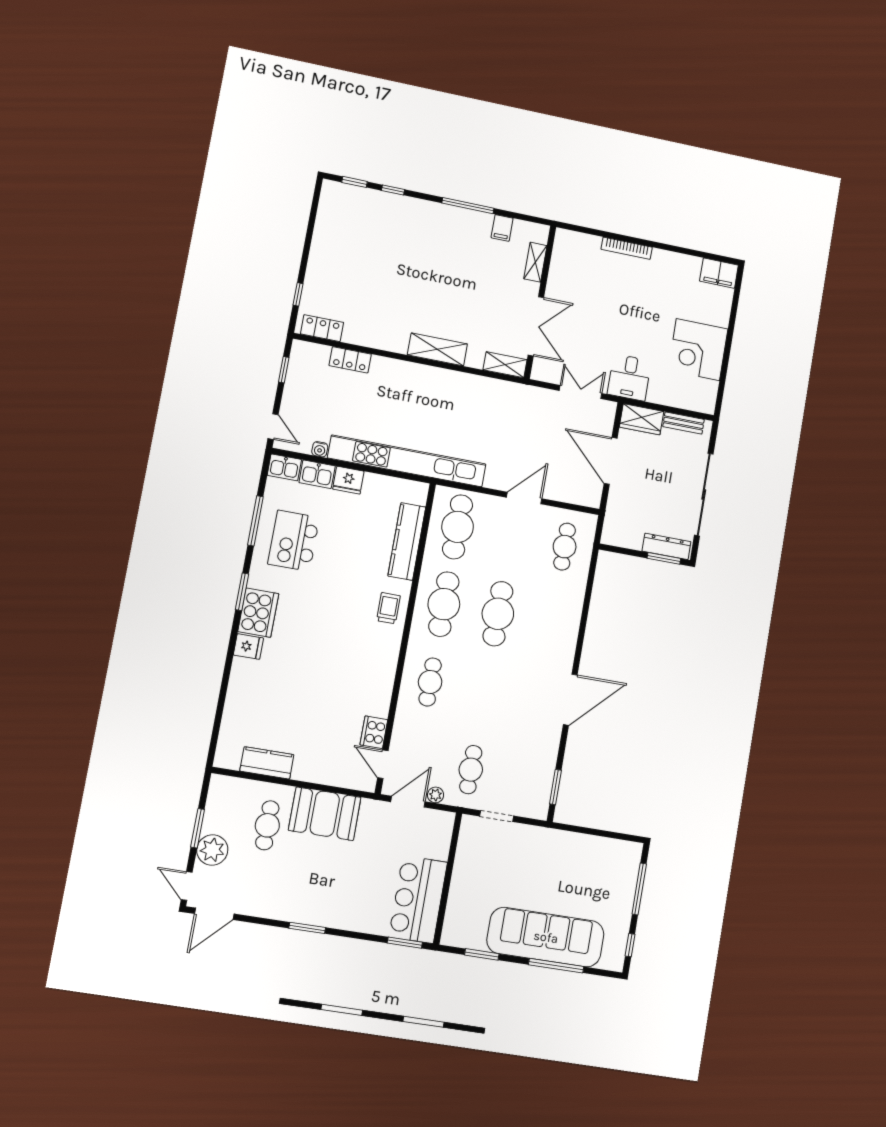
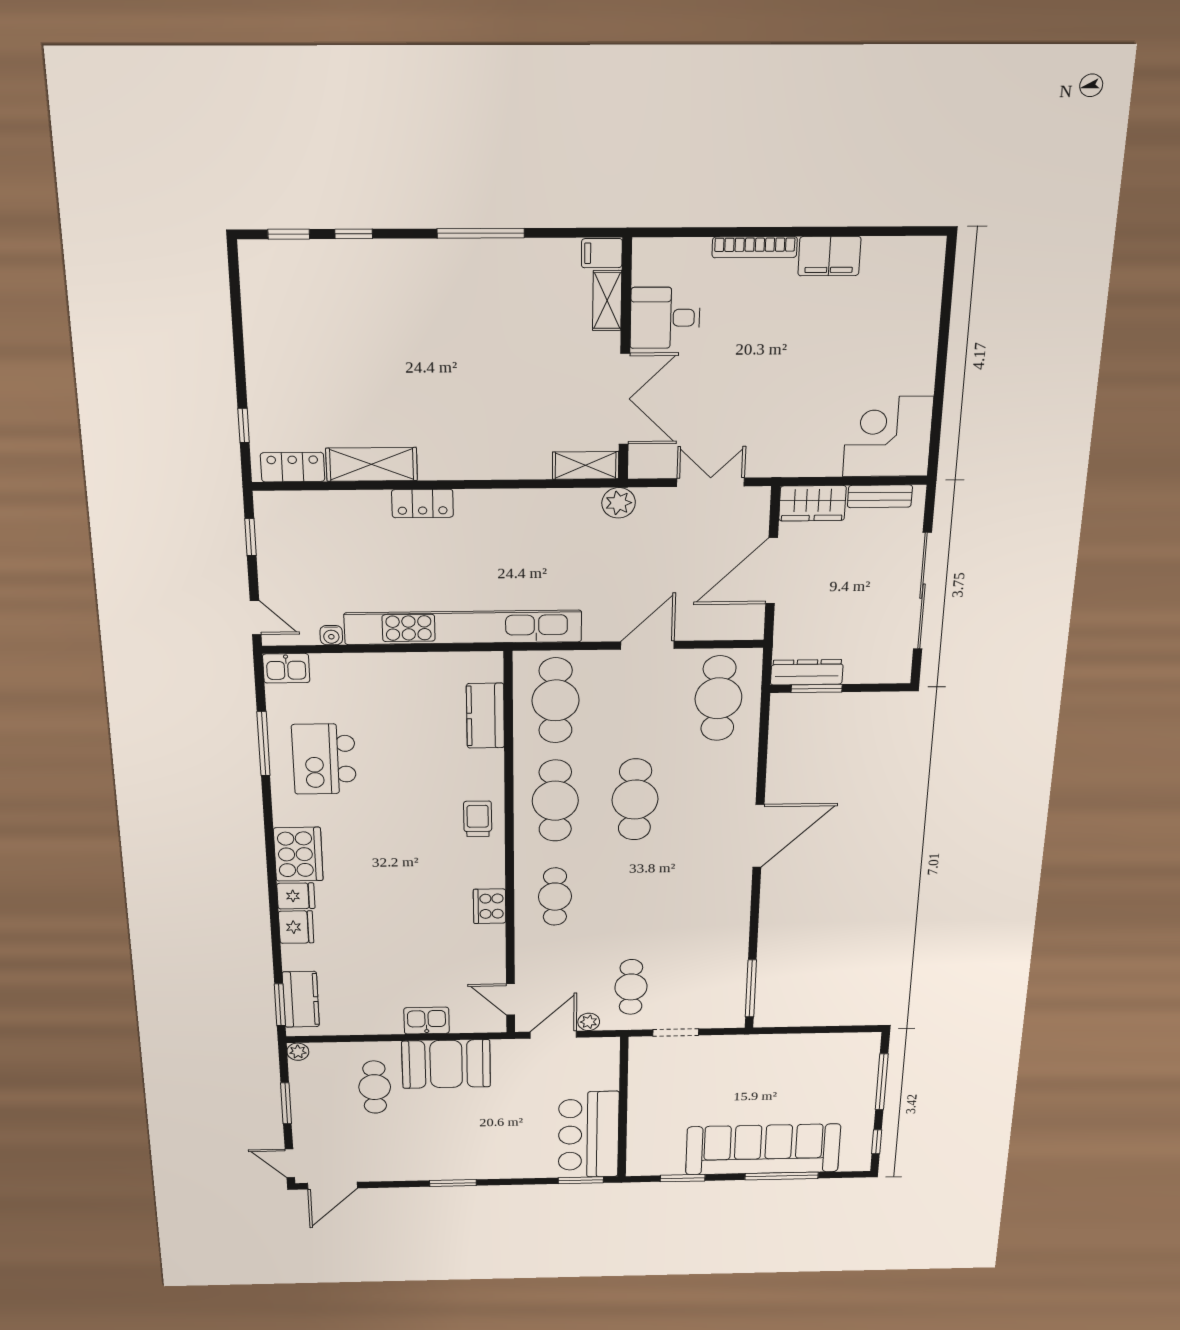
filing cabinet: (502, 228) -> (602, 253), moved, turned 90
filing cabinet: (719, 273) -> (829, 256), moved
shelving: (437, 349) -> (372, 464), moved
corner desk: (698, 350) -> (888, 437), moved, turned 90
locker: (350, 360) -> (422, 503), moved
desk: (629, 377) -> (665, 318), moved, turned 90
plant: (521, 394) -> (619, 503), added
door: (611, 461) -> (772, 571), hinge flipped
kitchen sink: (317, 474) -> (427, 1021), moved, turned 180
fridge: (348, 480) -> (296, 927), moved, turned -90
kitchen counter: (407, 541) -> (485, 716), width x0.67
dresser: (666, 546) -> (807, 672), moved
cafe table: (565, 547) -> (718, 698), width x1.37, depth x1.35
window: (664, 558) -> (817, 688), moved
window: (242, 592) -> (280, 1005), moved
door: (570, 700) -> (758, 836), moved
cooker: (374, 732) -> (490, 906), moved
kitchen counter: (267, 763) -> (301, 999), moved, turned 90
window: (555, 787) -> (751, 989), width x1.44
plant: (212, 850) -> (298, 1052), moved, width x0.53, depth x0.53

